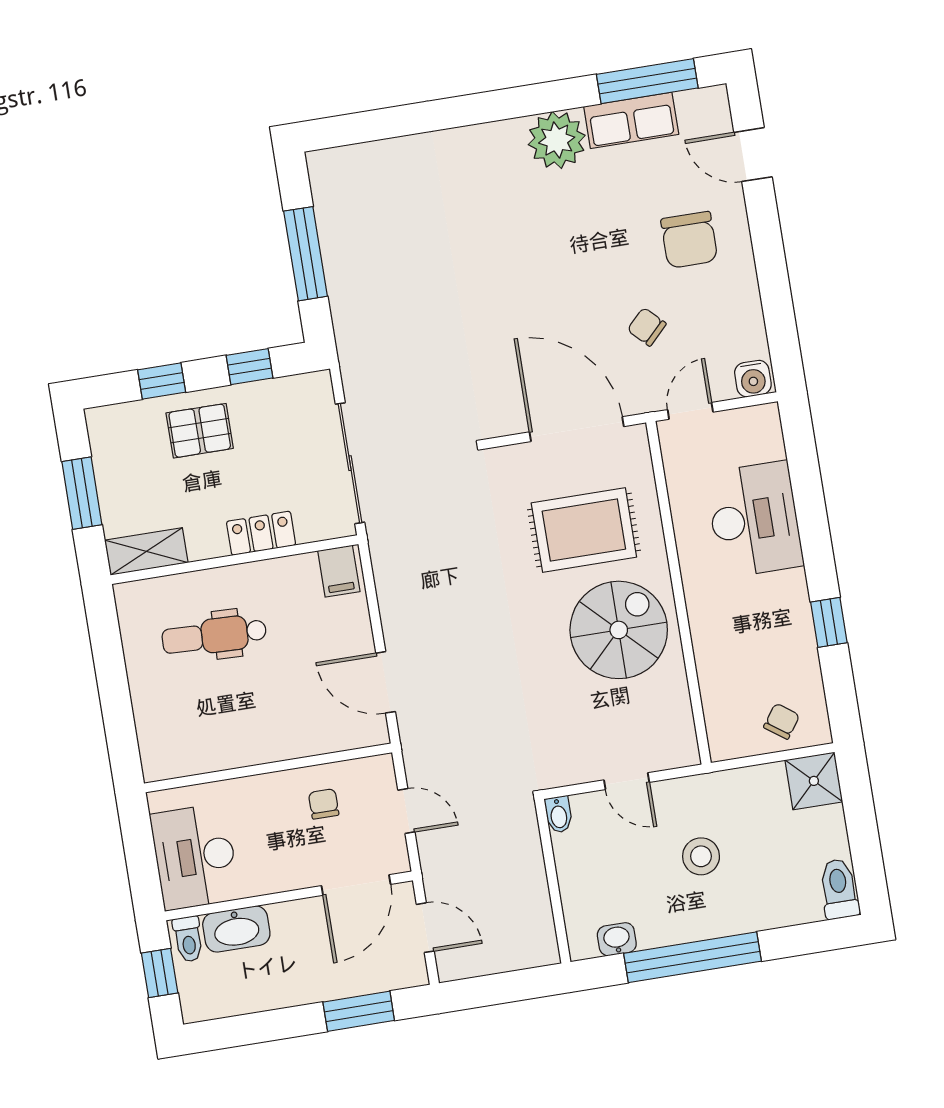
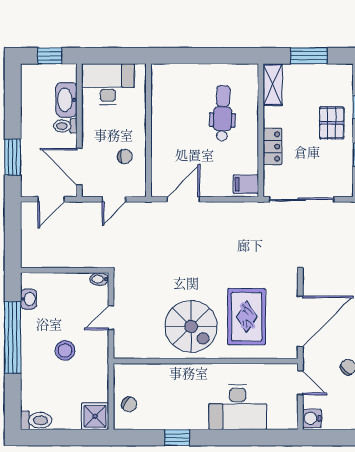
toilet: (188, 939) -> (65, 126), moved

